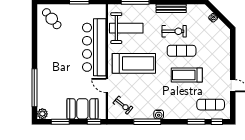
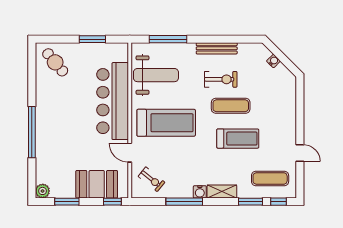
treadmill: (187, 75) -> (238, 139), turned 180
window: (34, 88) -> (32, 132), moved
shelving: (175, 114) -> (222, 192), added

